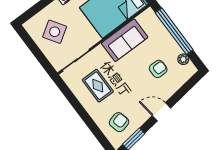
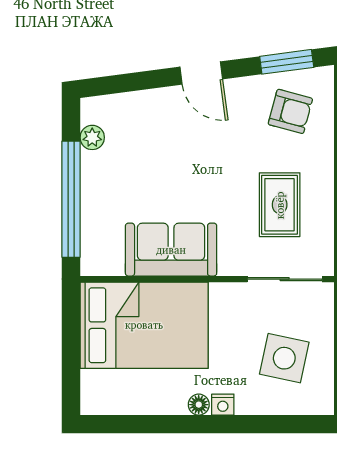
side table: (55, 32) -> (284, 358), turned 45
armchair: (158, 69) -> (150, 154), removed
armchair: (119, 122) -> (290, 111), turned -151

